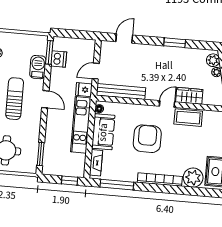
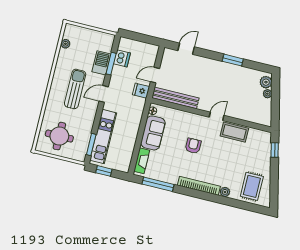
window: (49, 52) -> (111, 64), moved
wardrobe: (189, 96) -> (239, 112), removed
door: (45, 99) -> (104, 94), swing flipped
kitchen unit: (81, 125) -> (103, 137), moved, turned 180
armchair: (147, 139) -> (193, 146), width x0.53, depth x0.53
plant: (193, 178) -> (225, 192), width x0.53, depth x0.53
window: (70, 181) -> (104, 171), moved

